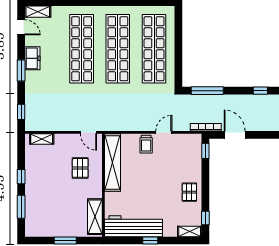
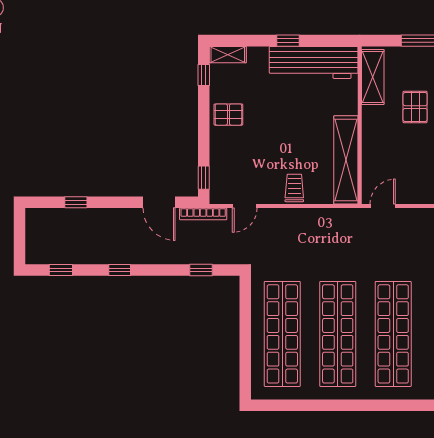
window: (207, 91) -> (201, 270), width x0.46
door: (88, 132) -> (383, 206), hinge flipped
door: (164, 132) -> (245, 206), moved
pallet: (80, 168) -> (415, 107), moved
pallet: (189, 192) -> (228, 115), turned 90

